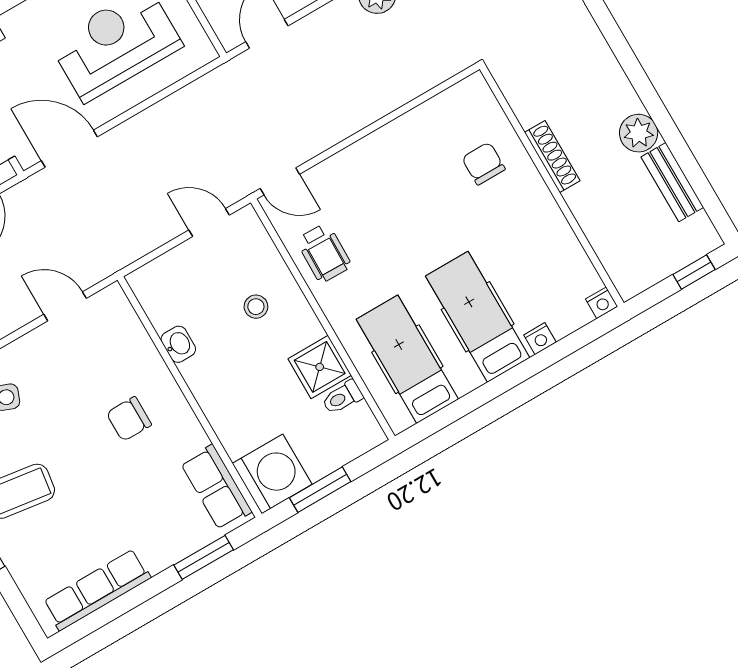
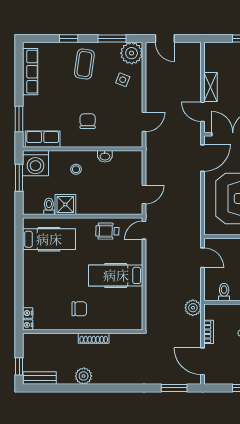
chair: (483, 164) -> (79, 309), moved
bench: (672, 182) -> (40, 378), moved
stool: (256, 307) -> (76, 169), moved
hospital bed: (478, 317) -> (116, 275), moved, turned 180
nightstand: (540, 339) -> (28, 313), moved

